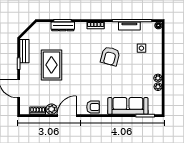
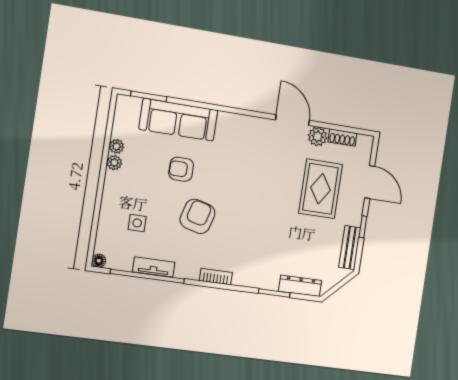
dresser: (63, 26) -> (300, 286), moved
rug: (51, 65) -> (321, 189), moved
armchair: (93, 107) -> (181, 169), moved
door: (67, 116) -> (293, 120), swing flipped

